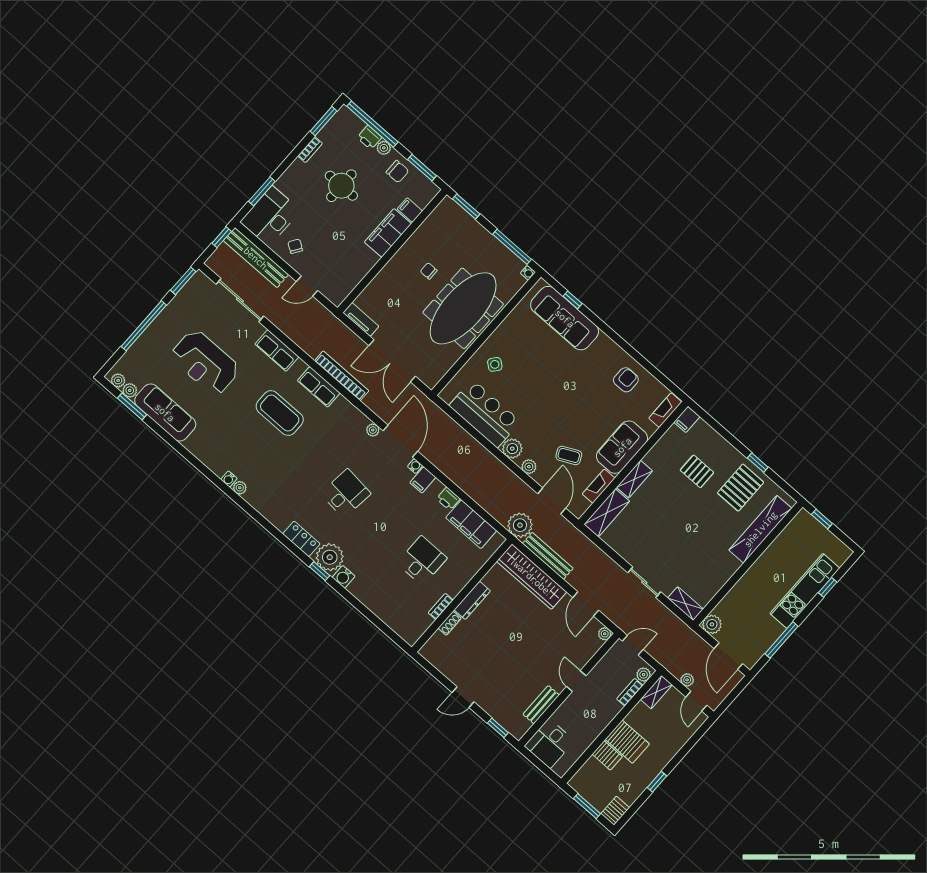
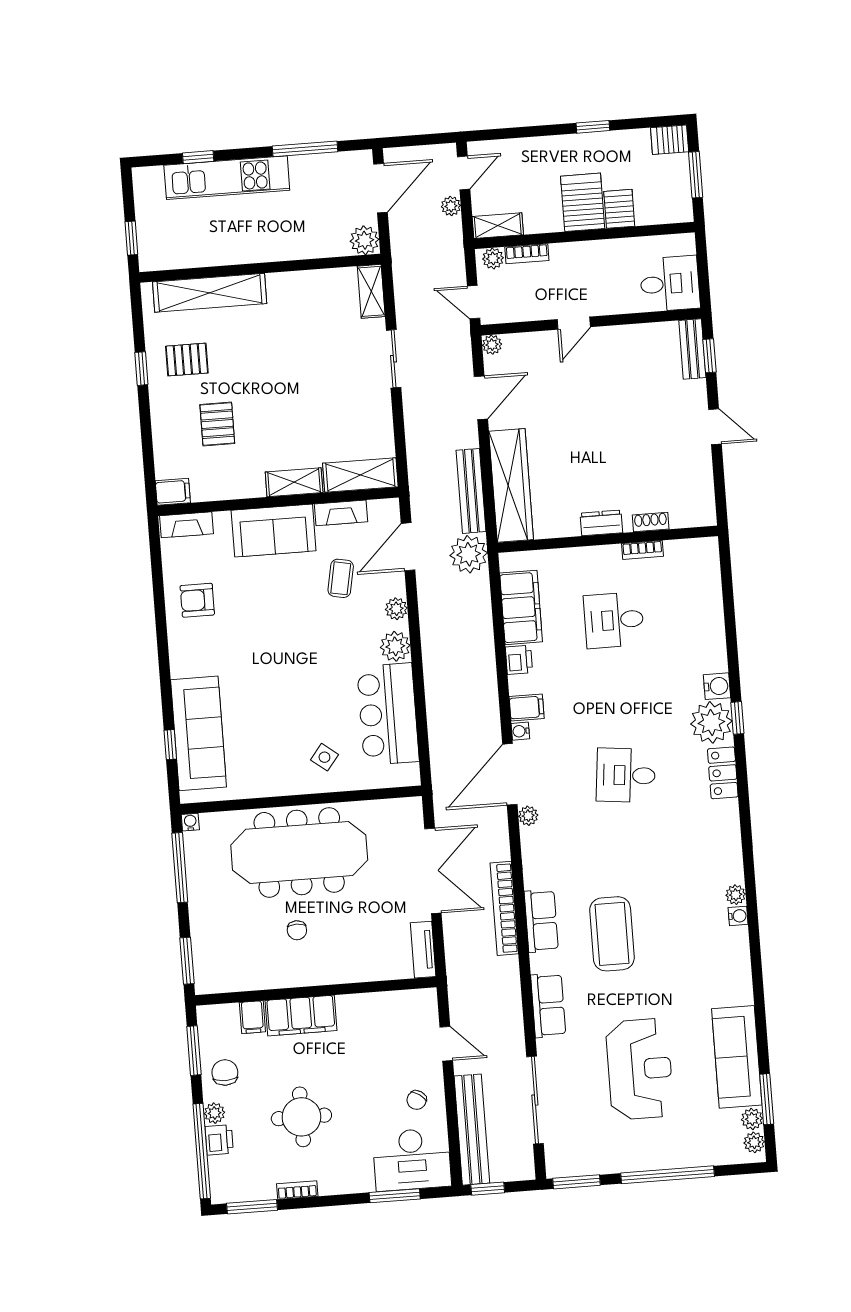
coffee table: (569, 455) -> (341, 578), turned 37
pallet: (741, 488) -> (187, 360), width x0.67, depth x0.71
dresser: (472, 600) -> (601, 523), width x0.70
bench: (541, 705) -> (692, 349), moved, turned 90

